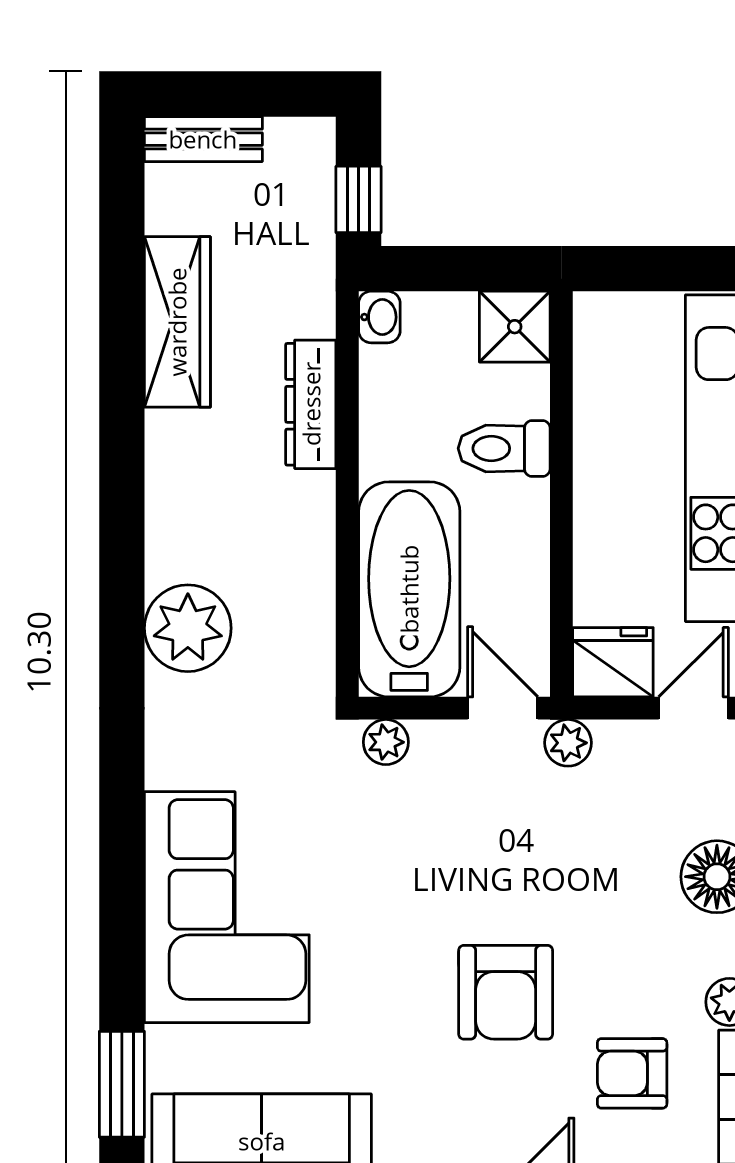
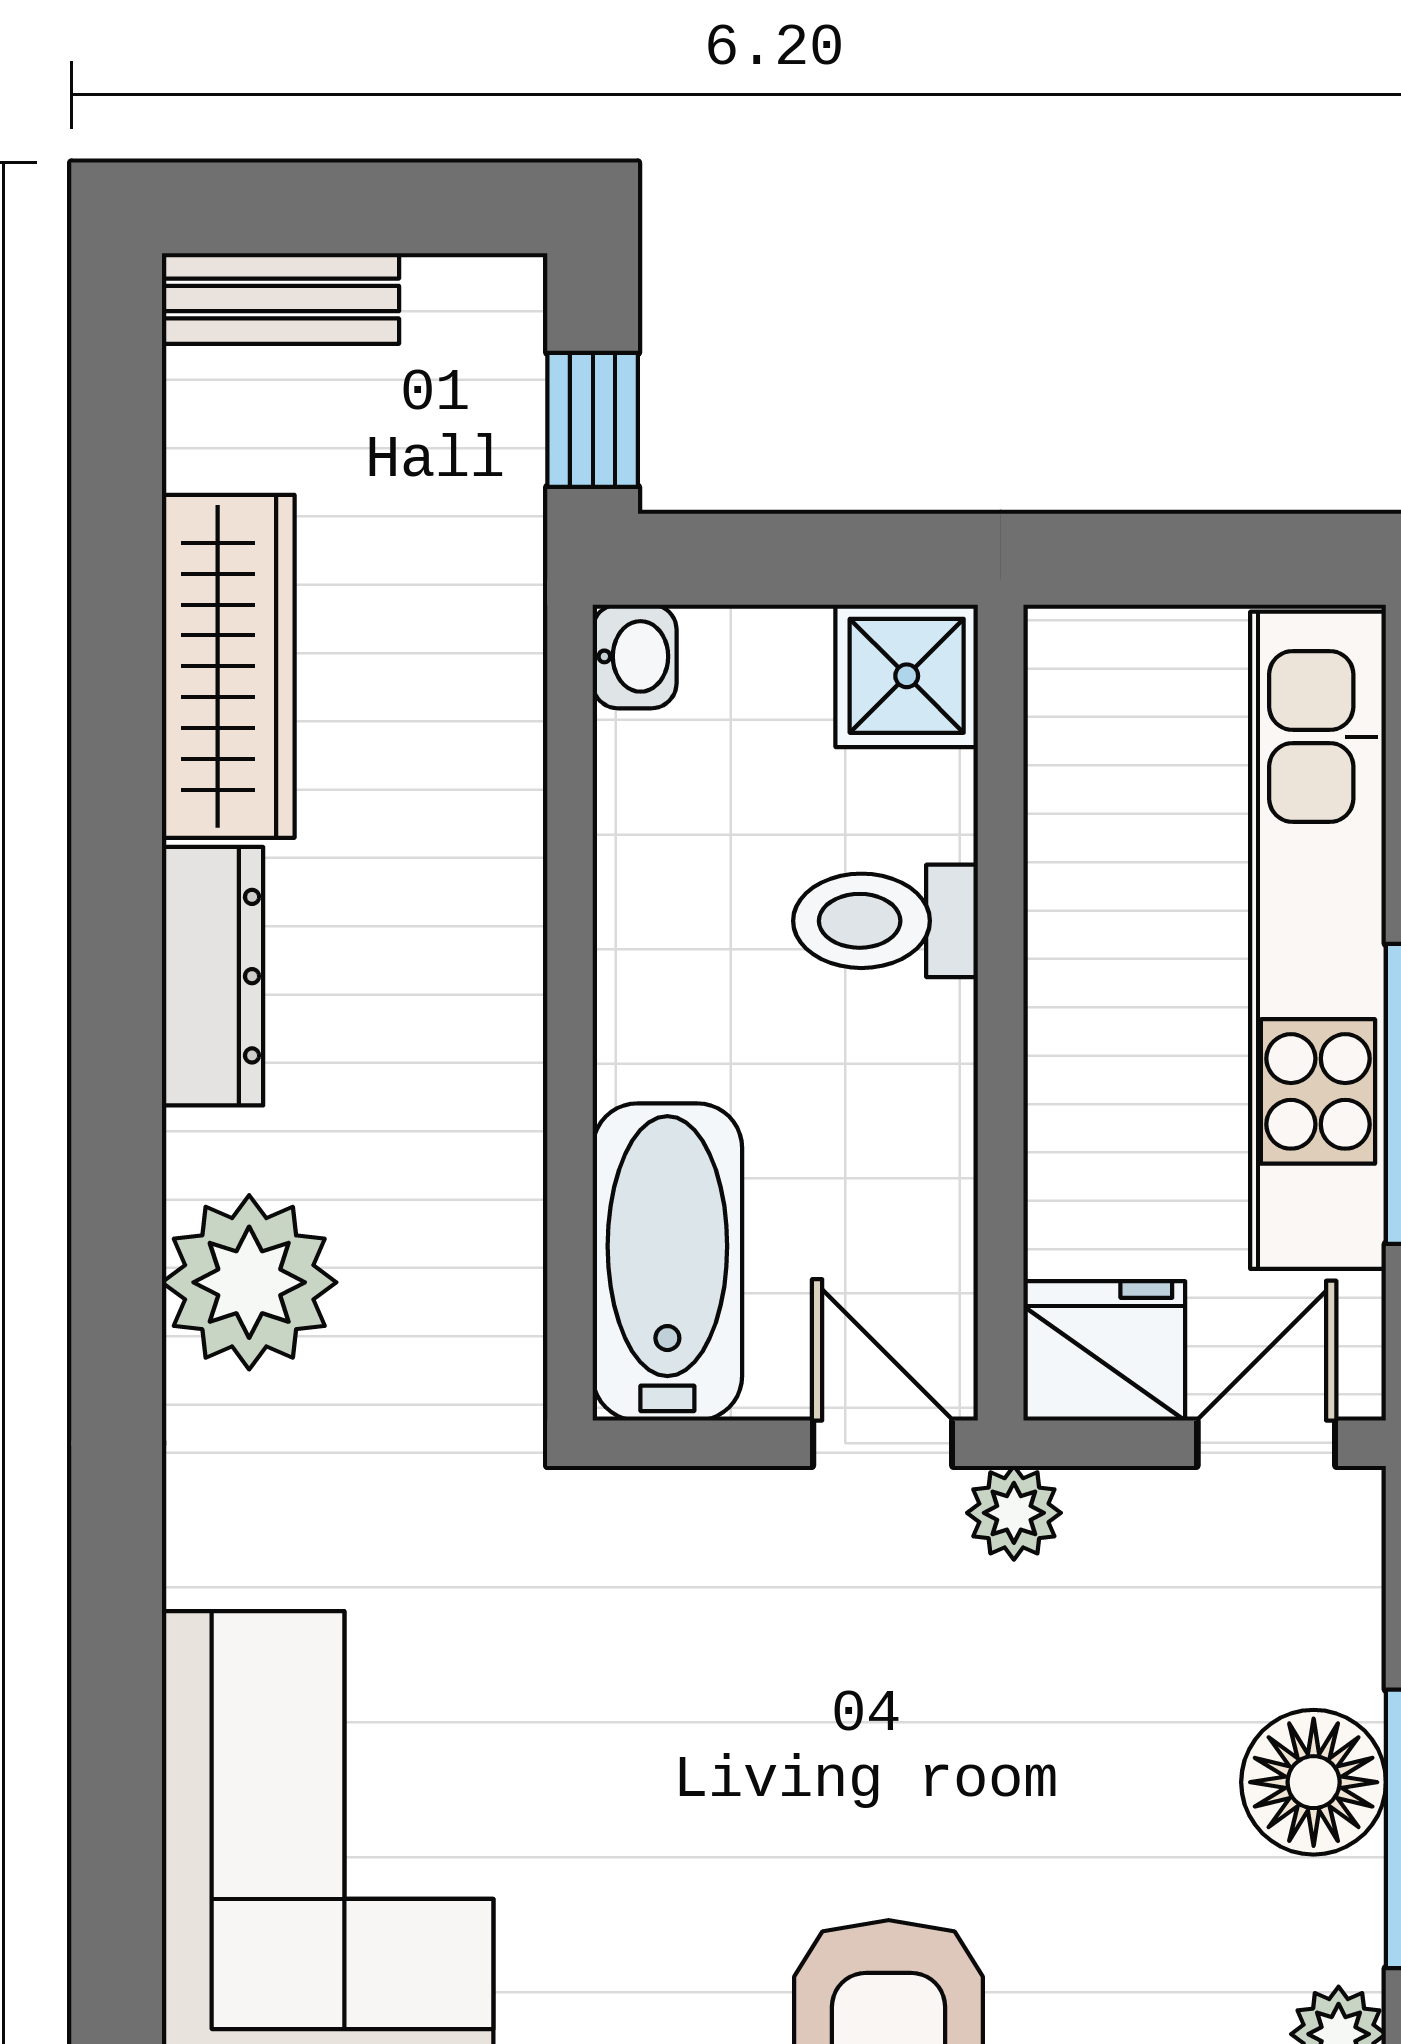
dresser: (311, 404) -> (213, 976), moved, turned 180
bathtub: (409, 589) -> (667, 1262), width x0.73, depth x0.73
plant: (386, 742) -> (648, 1511), removed

